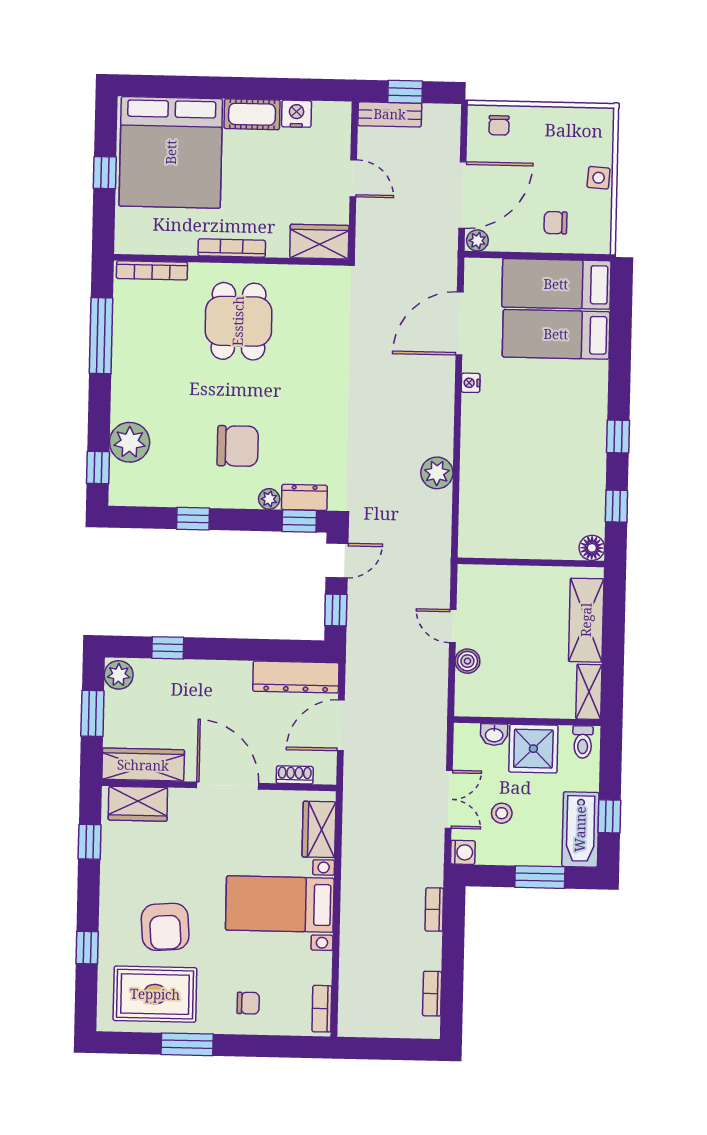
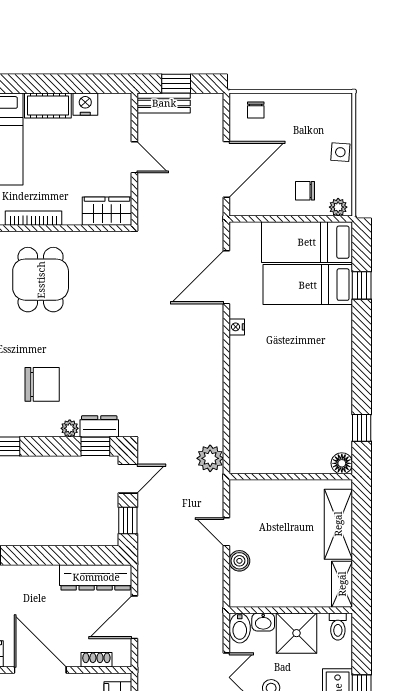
plant: (477, 240) -> (338, 207), moved
window: (618, 436) -> (362, 285), moved
plant: (437, 473) -> (210, 458), moved
bidet: (466, 741) -> (240, 628), added

